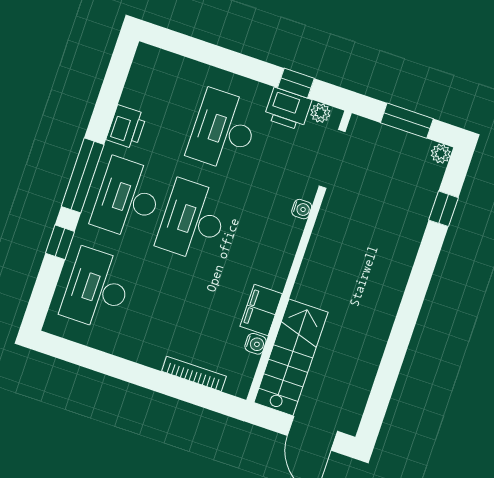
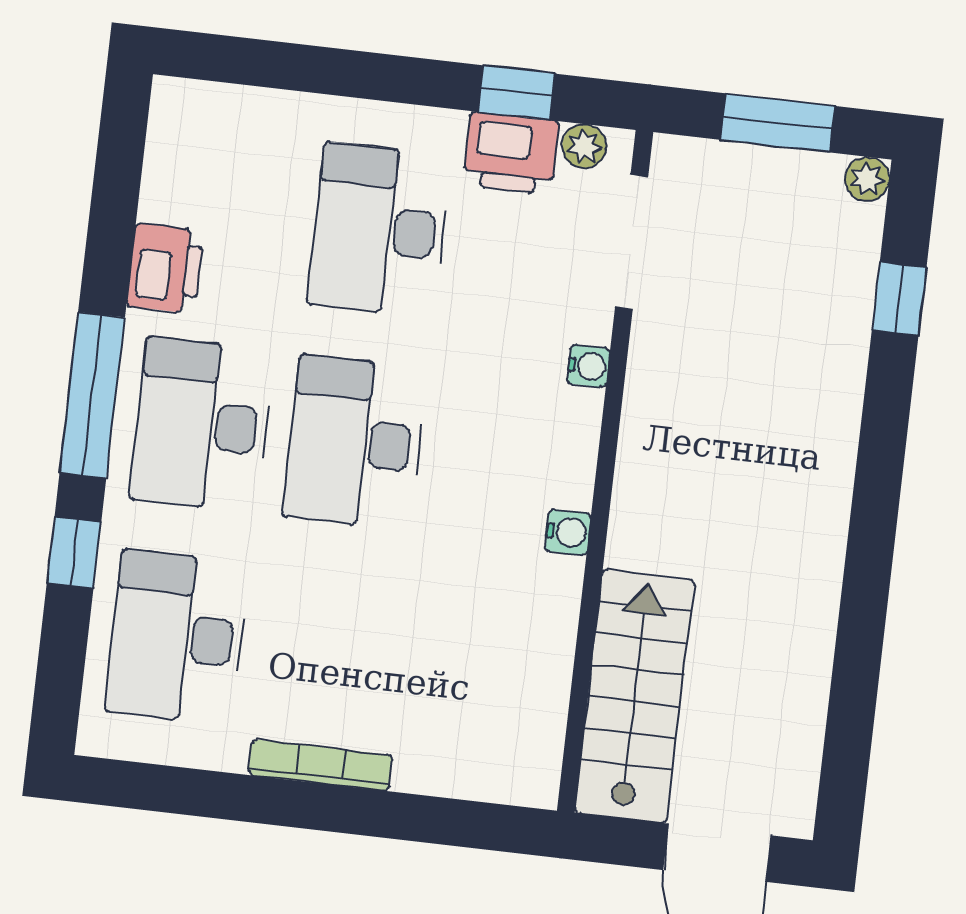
filing cabinet: (261, 310) -> (547, 606), removed
water cooler: (255, 344) -> (568, 532), moved
bookcase: (194, 374) -> (320, 765), moved

